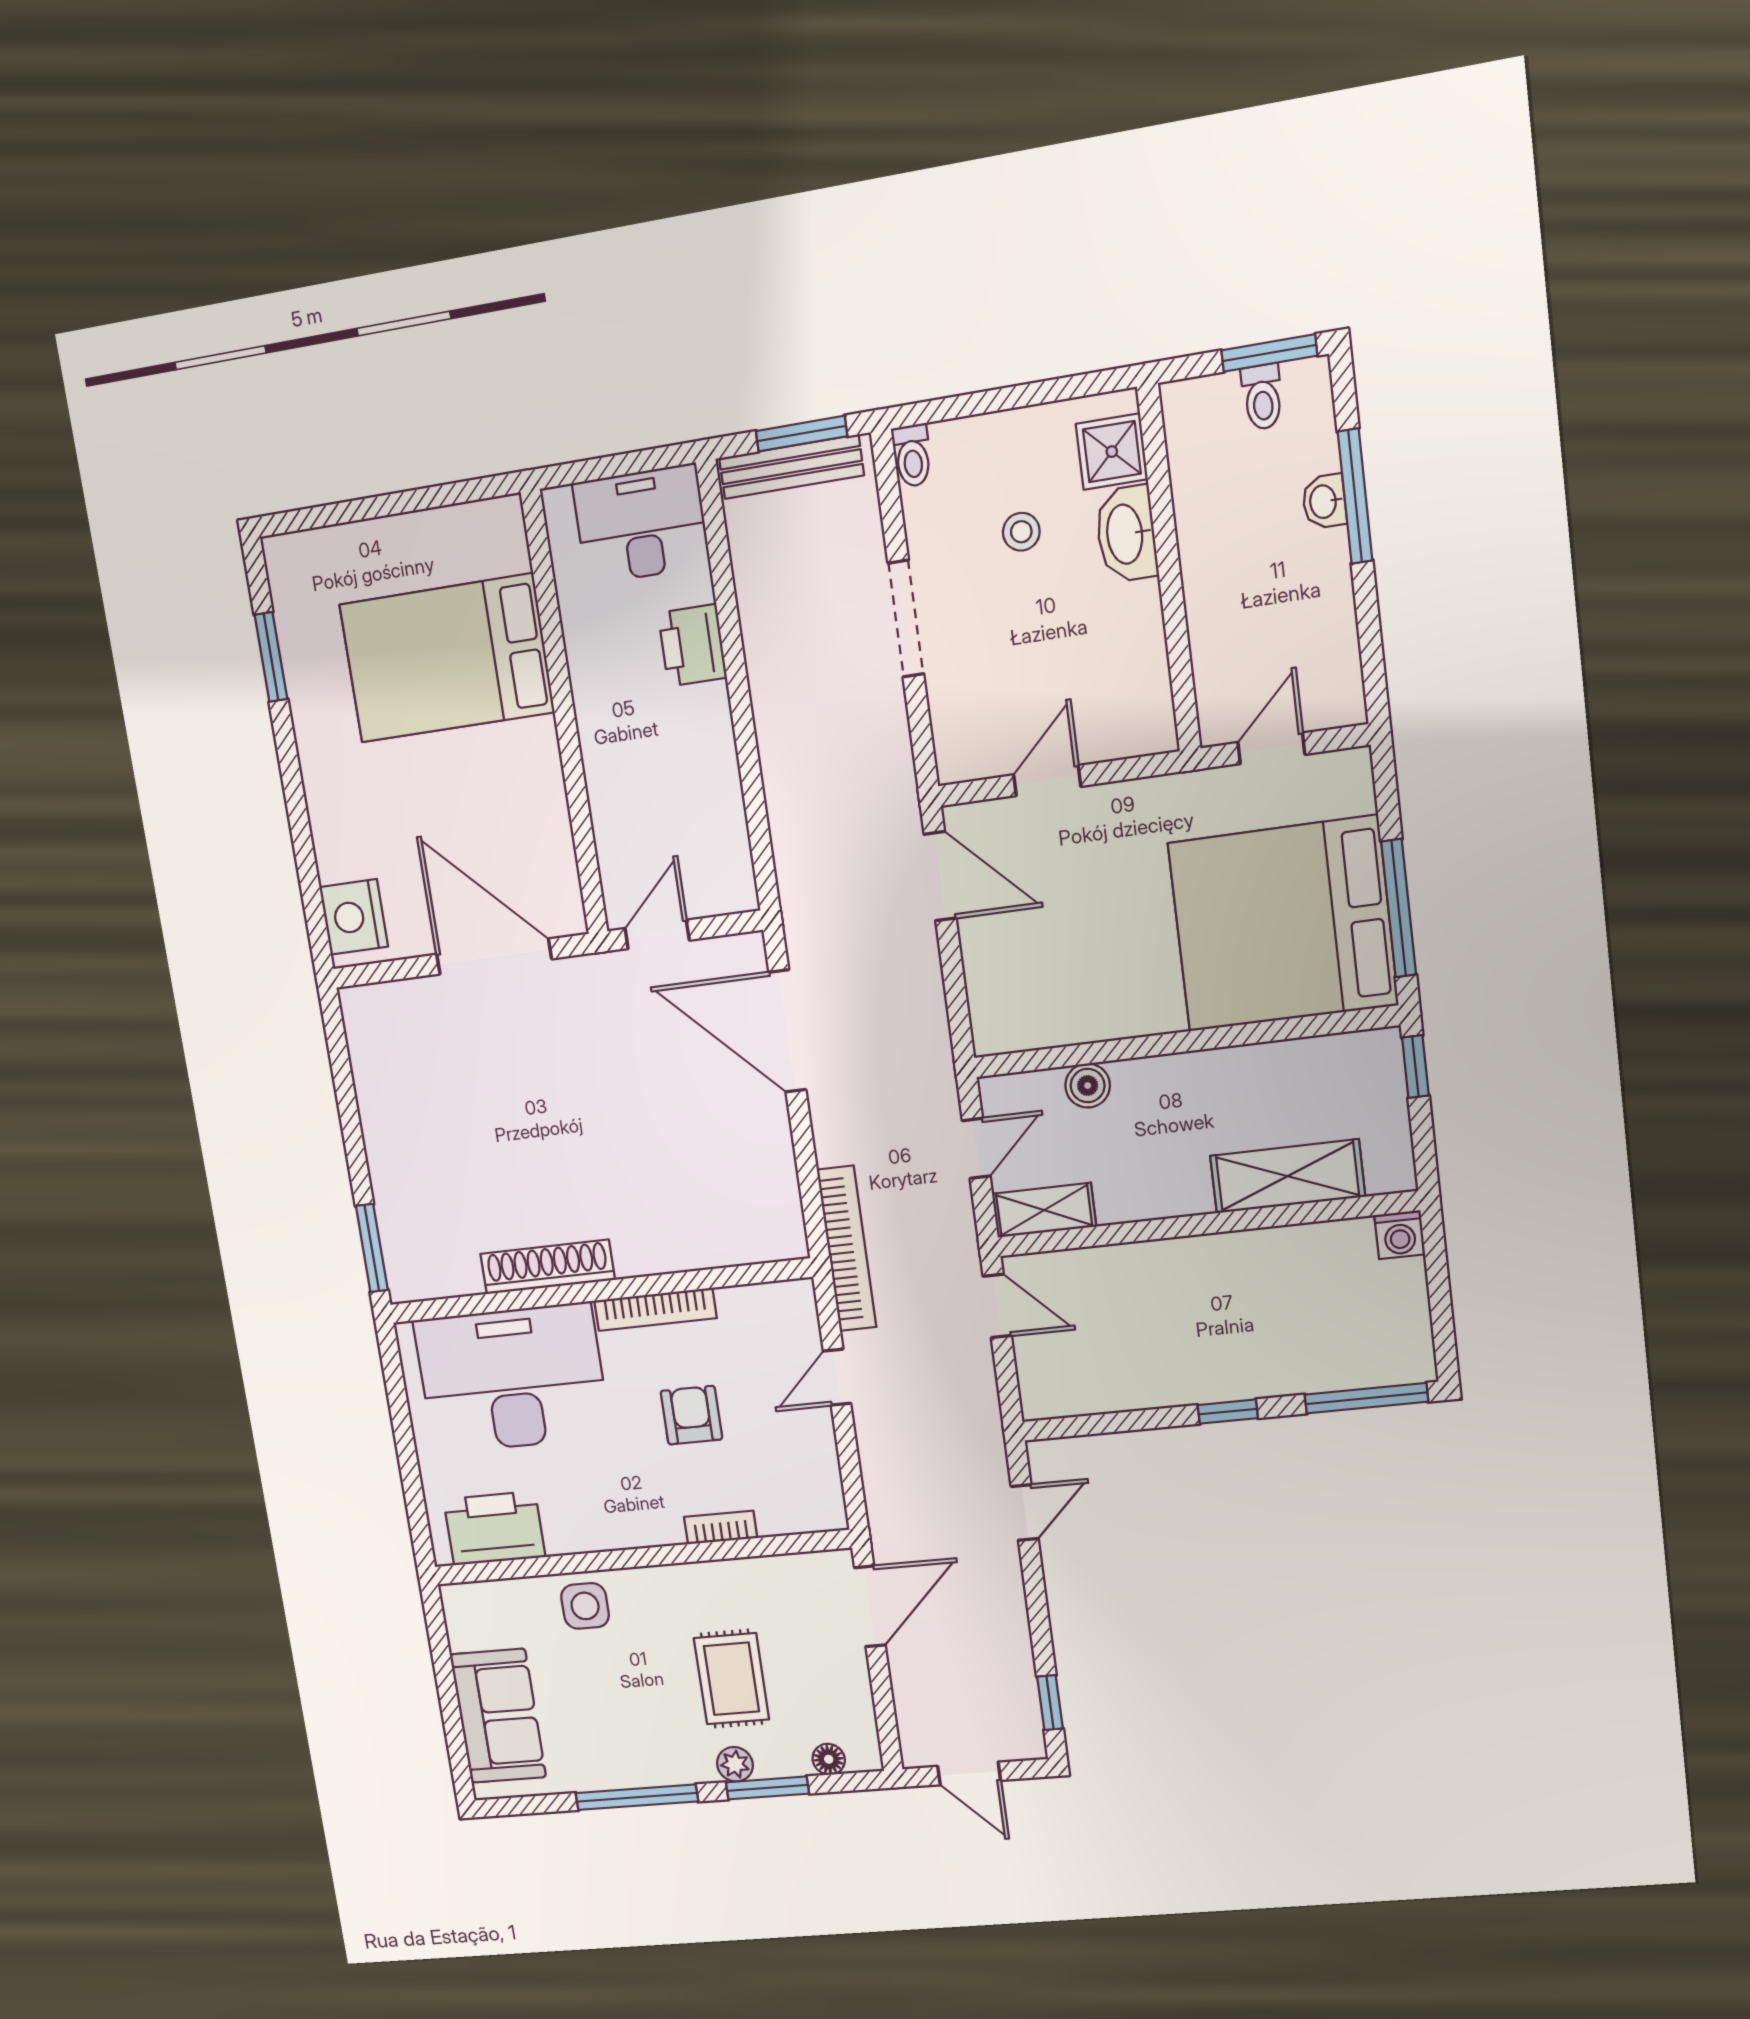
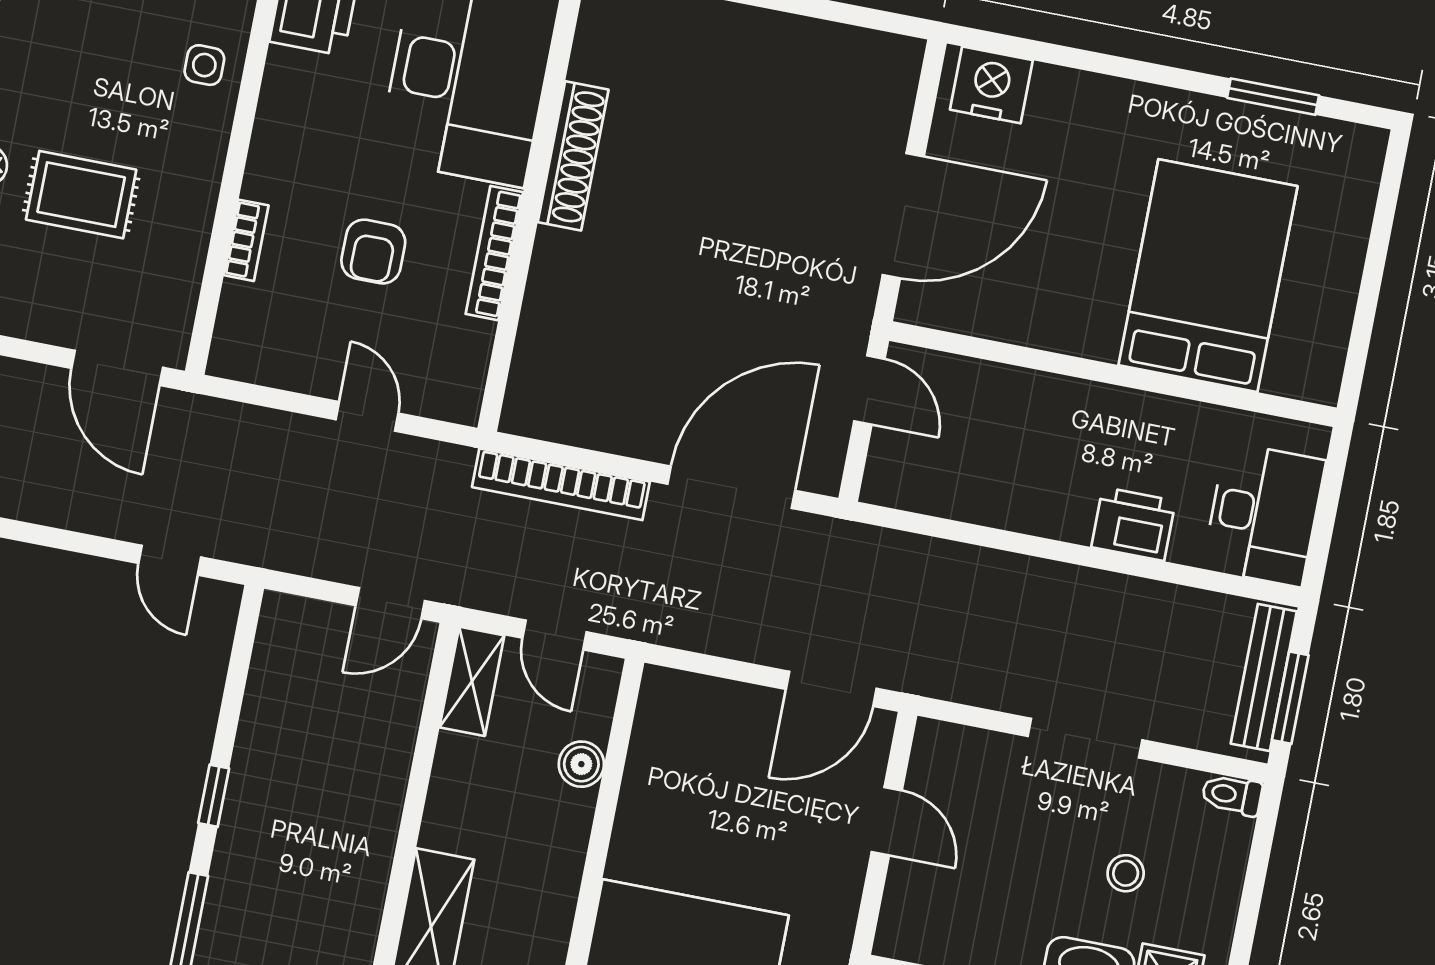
bookcase: (847, 1249) -> (561, 484), moved
armchair: (691, 1415) -> (373, 252), turned 90
side table: (585, 1606) -> (204, 65), width x0.73, depth x0.73

